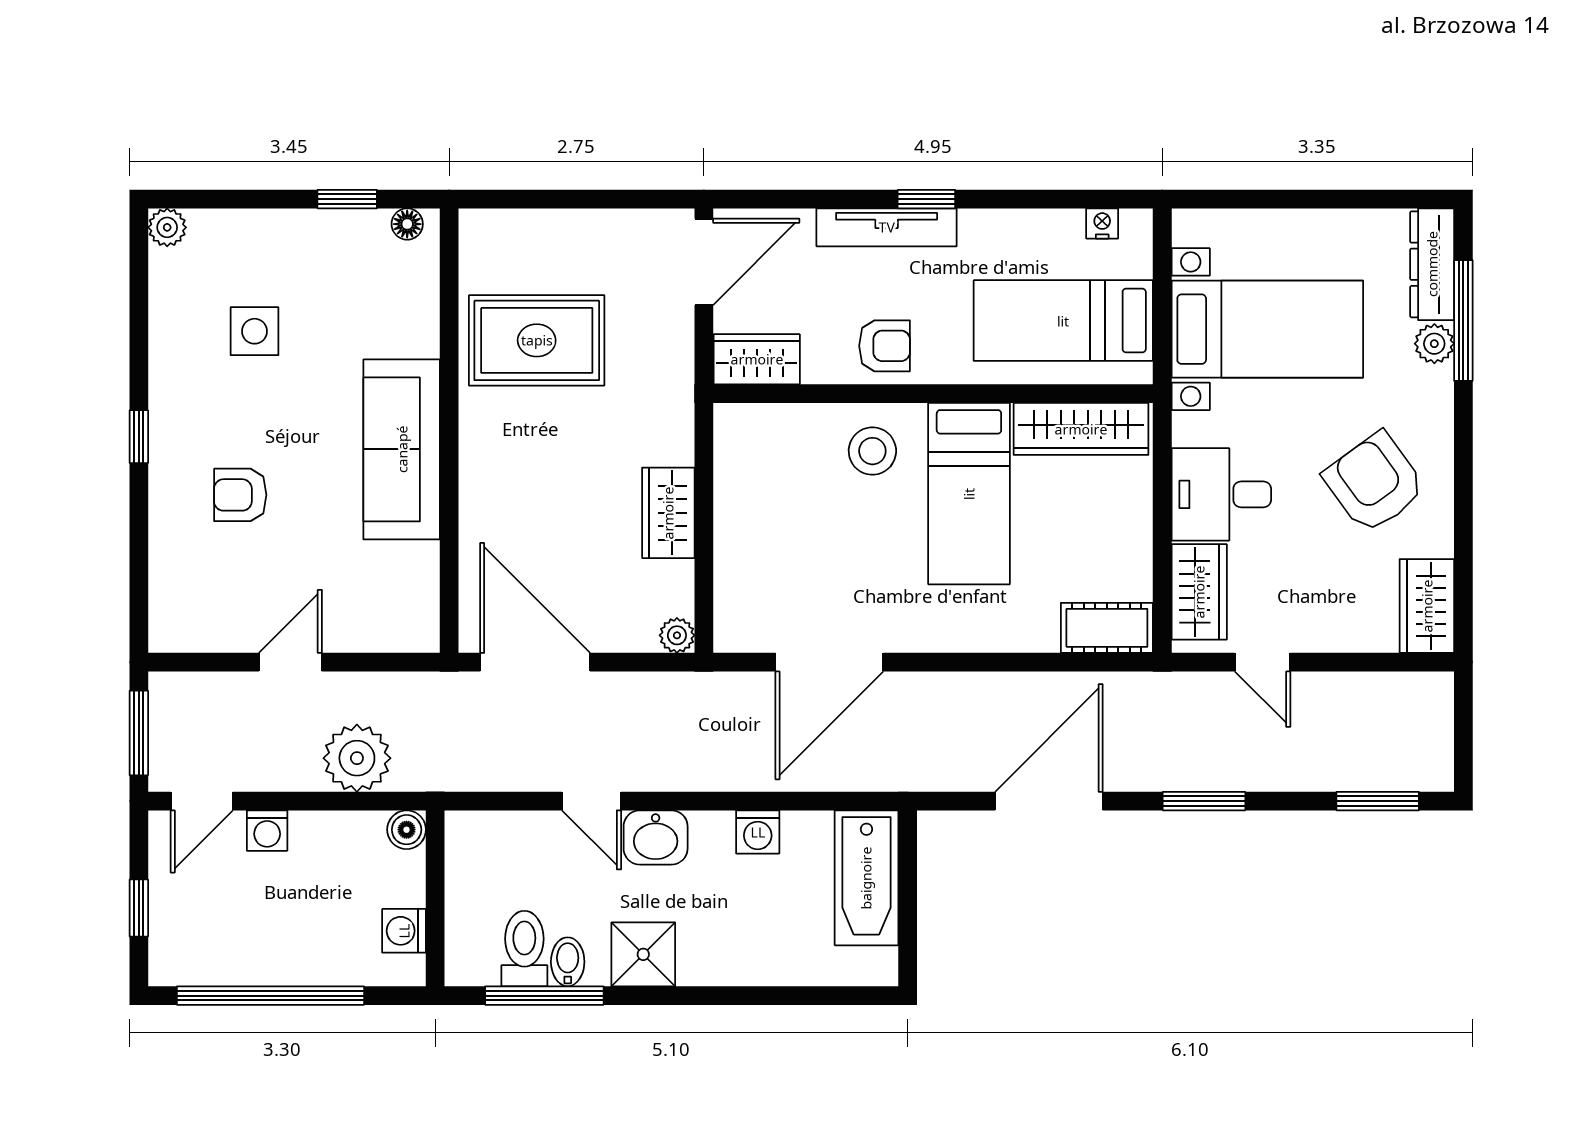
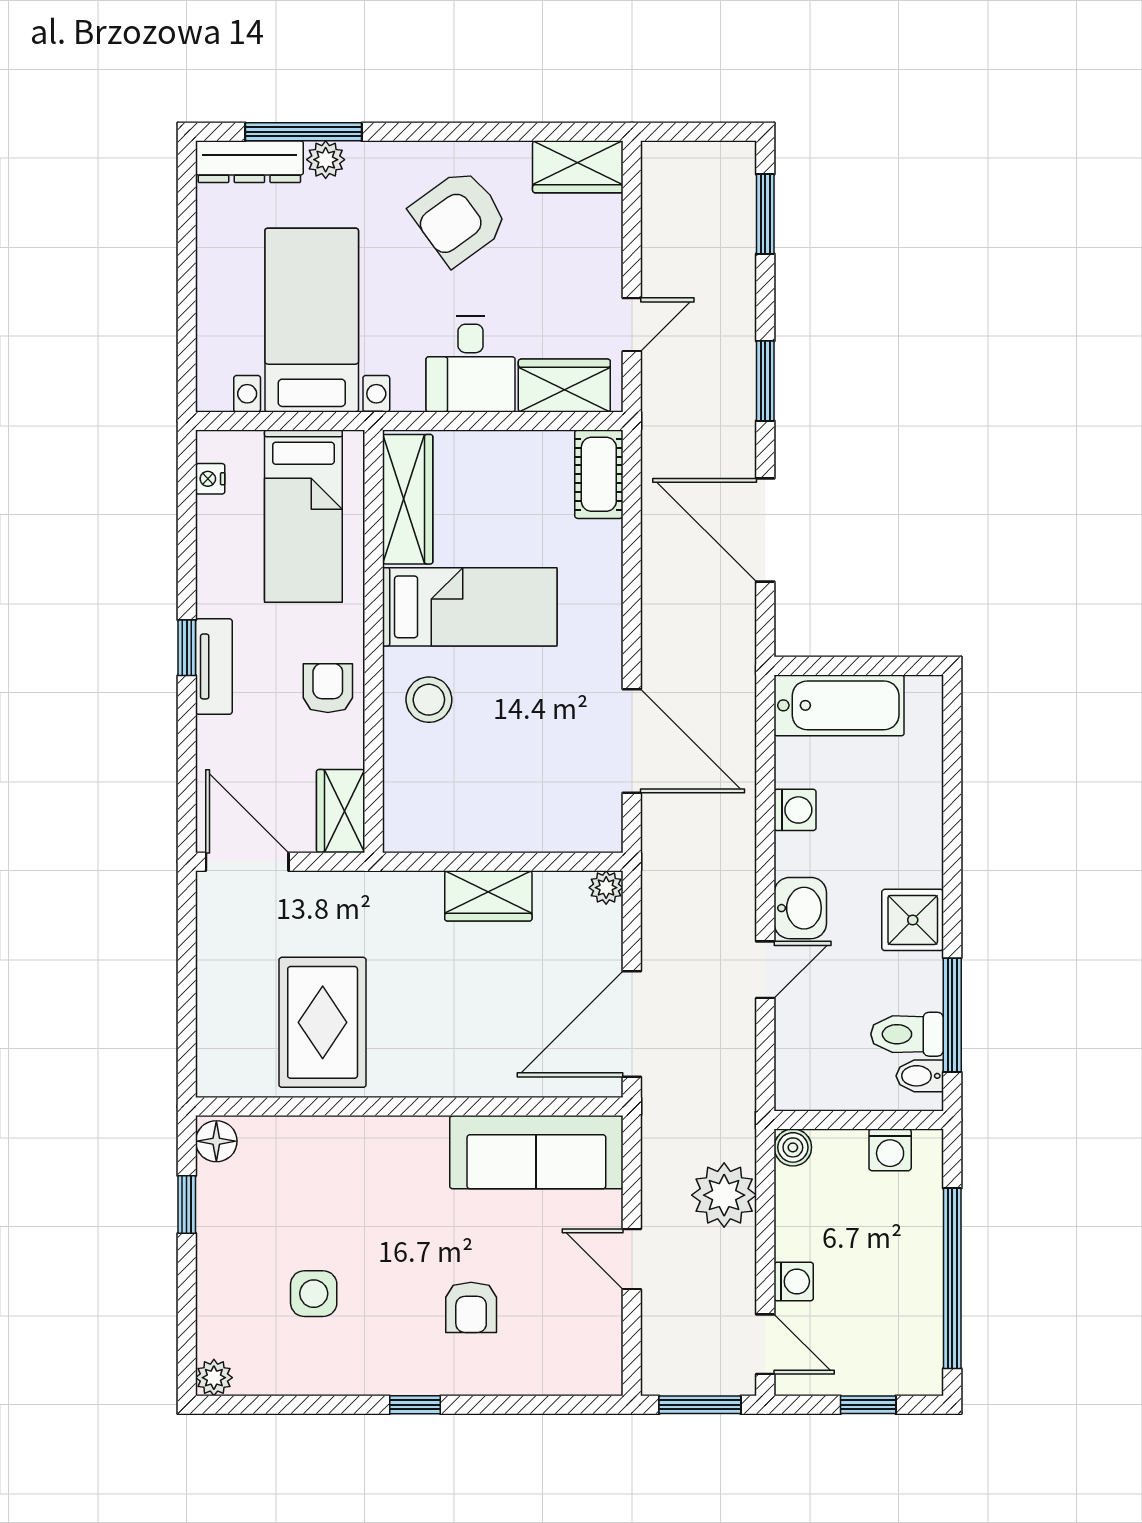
floor lamp: (407, 224) -> (216, 1141), width x1.37, depth x1.37
tv unit: (887, 227) -> (214, 666), width x0.71
sofa: (402, 449) -> (536, 1152), moved
bidet: (568, 962) -> (920, 1076), moved

